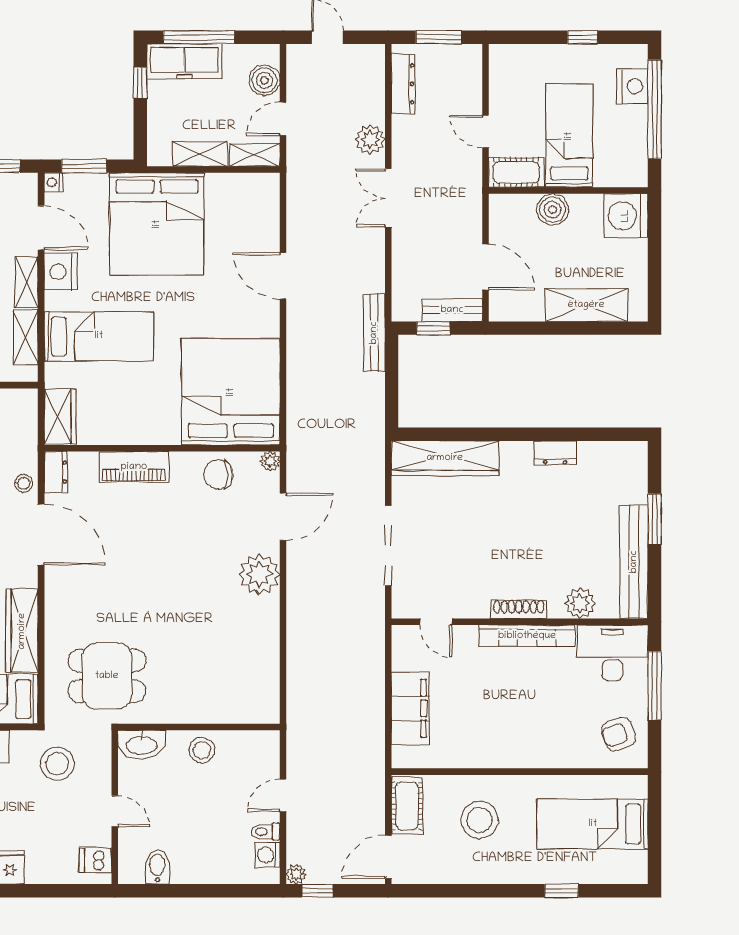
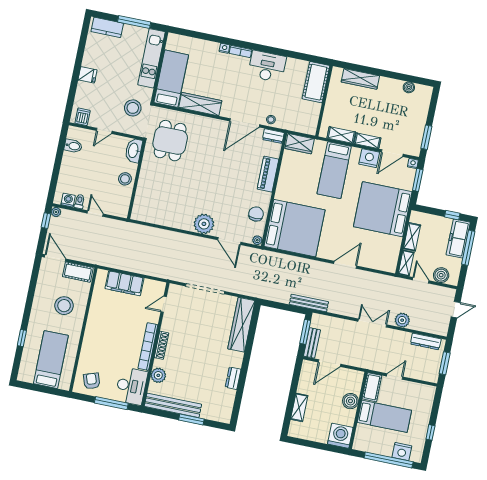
shelving: (586, 305) -> (299, 407), width x0.67, depth x0.75
window: (433, 328) -> (305, 332), width x1.50

